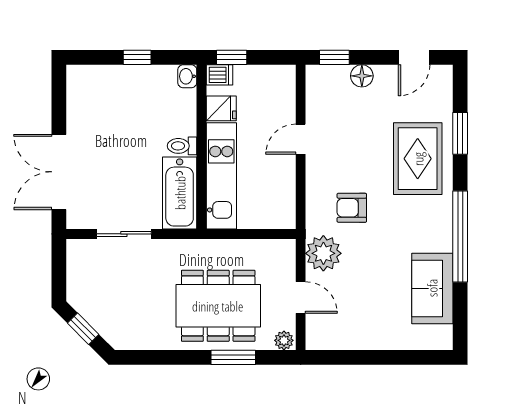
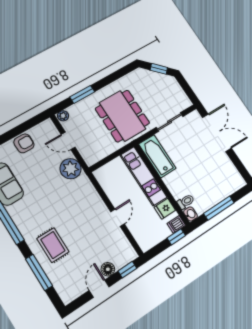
window: (137, 57) -> (219, 208), width x2.17
door: (414, 57) -> (99, 289), moved
window: (460, 133) -> (39, 272), width x1.44
toilet: (182, 146) -> (186, 202), moved
rug: (418, 159) -> (53, 245), width x0.73, depth x0.70
armchair: (352, 208) -> (24, 143), moved
dining table: (218, 306) -> (122, 116), moved, turned 90

